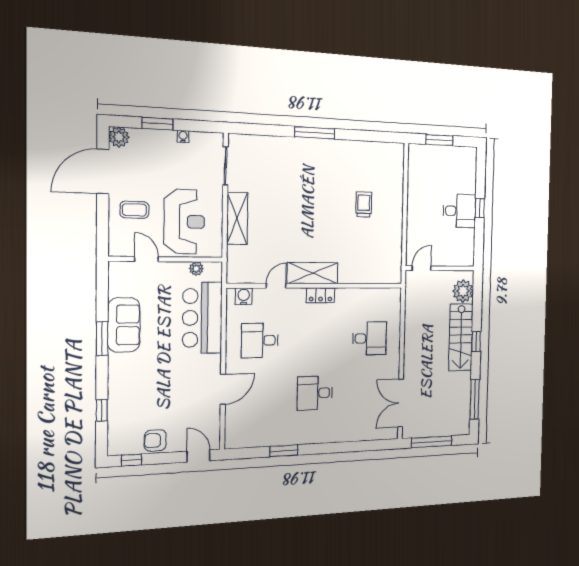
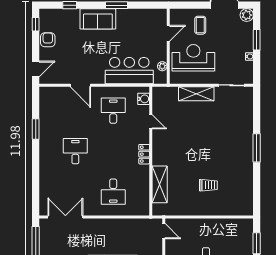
reception desk: (184, 222) -> (193, 58), turned 180
shelving: (313, 273) -> (160, 184), moved
sofa: (124, 325) -> (98, 19), moved

